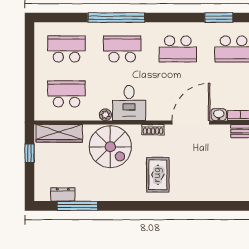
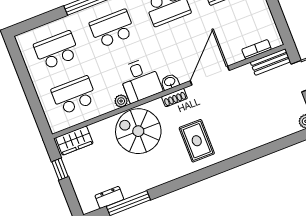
washbasin: (219, 115) -> (170, 82), moved
wardrobe: (59, 133) -> (74, 141), width x0.67
spiral stairs: (110, 147) -> (138, 131), turned 180

